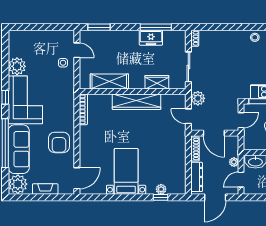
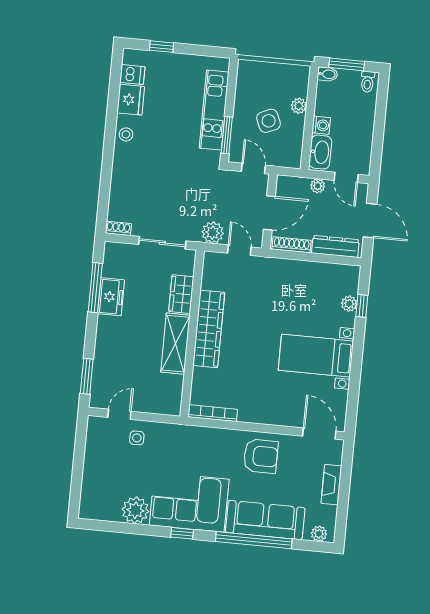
shelving: (109, 81) -> (175, 344), moved
door: (188, 116) -> (239, 250), swing flipped
plant: (18, 184) -> (319, 534), width x0.53, depth x0.53

